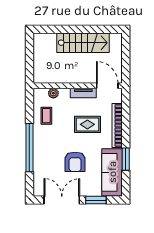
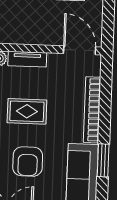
tv unit: (83, 93) -> (27, 59), moved
rug: (87, 124) -> (27, 111), moved

